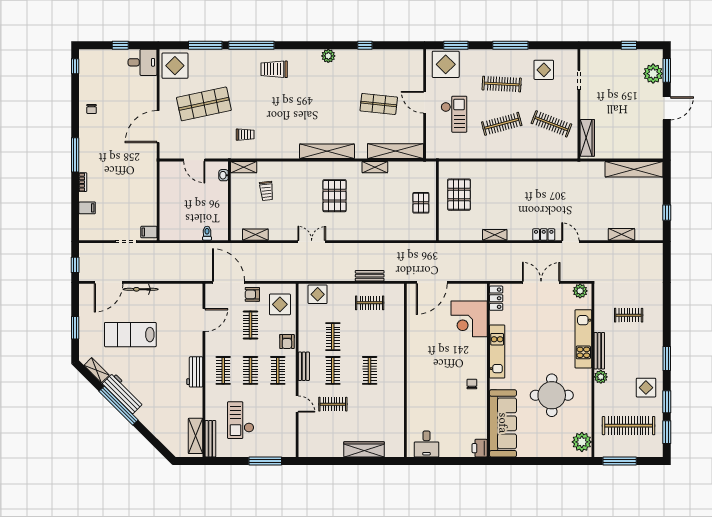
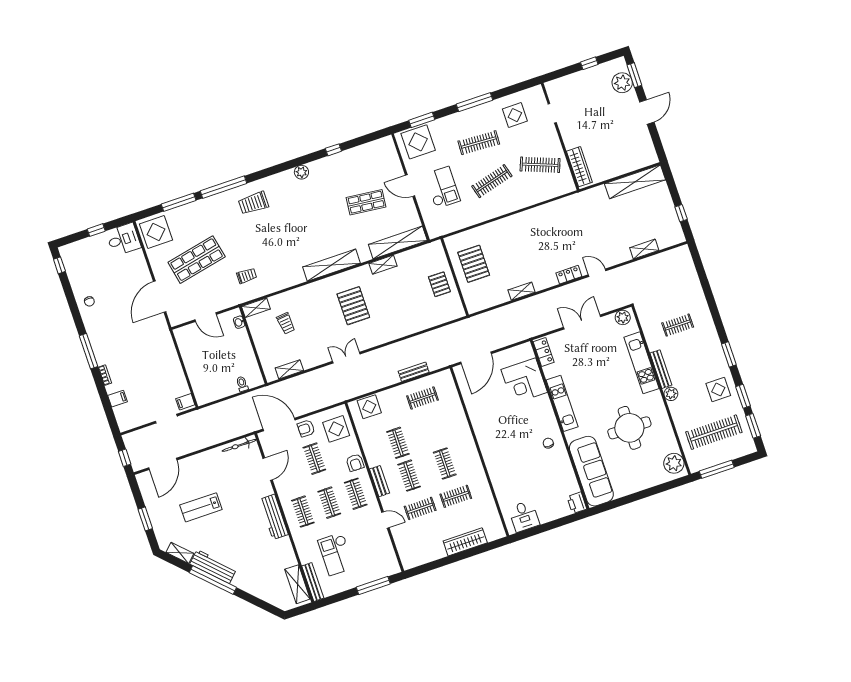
bicycle: (141, 289) -> (239, 445), moved
lab bench: (130, 335) -> (201, 507), width x0.73, depth x0.72
workbench: (195, 372) -> (274, 517), width x1.38
clothes rail: (370, 404) -> (456, 496), added

